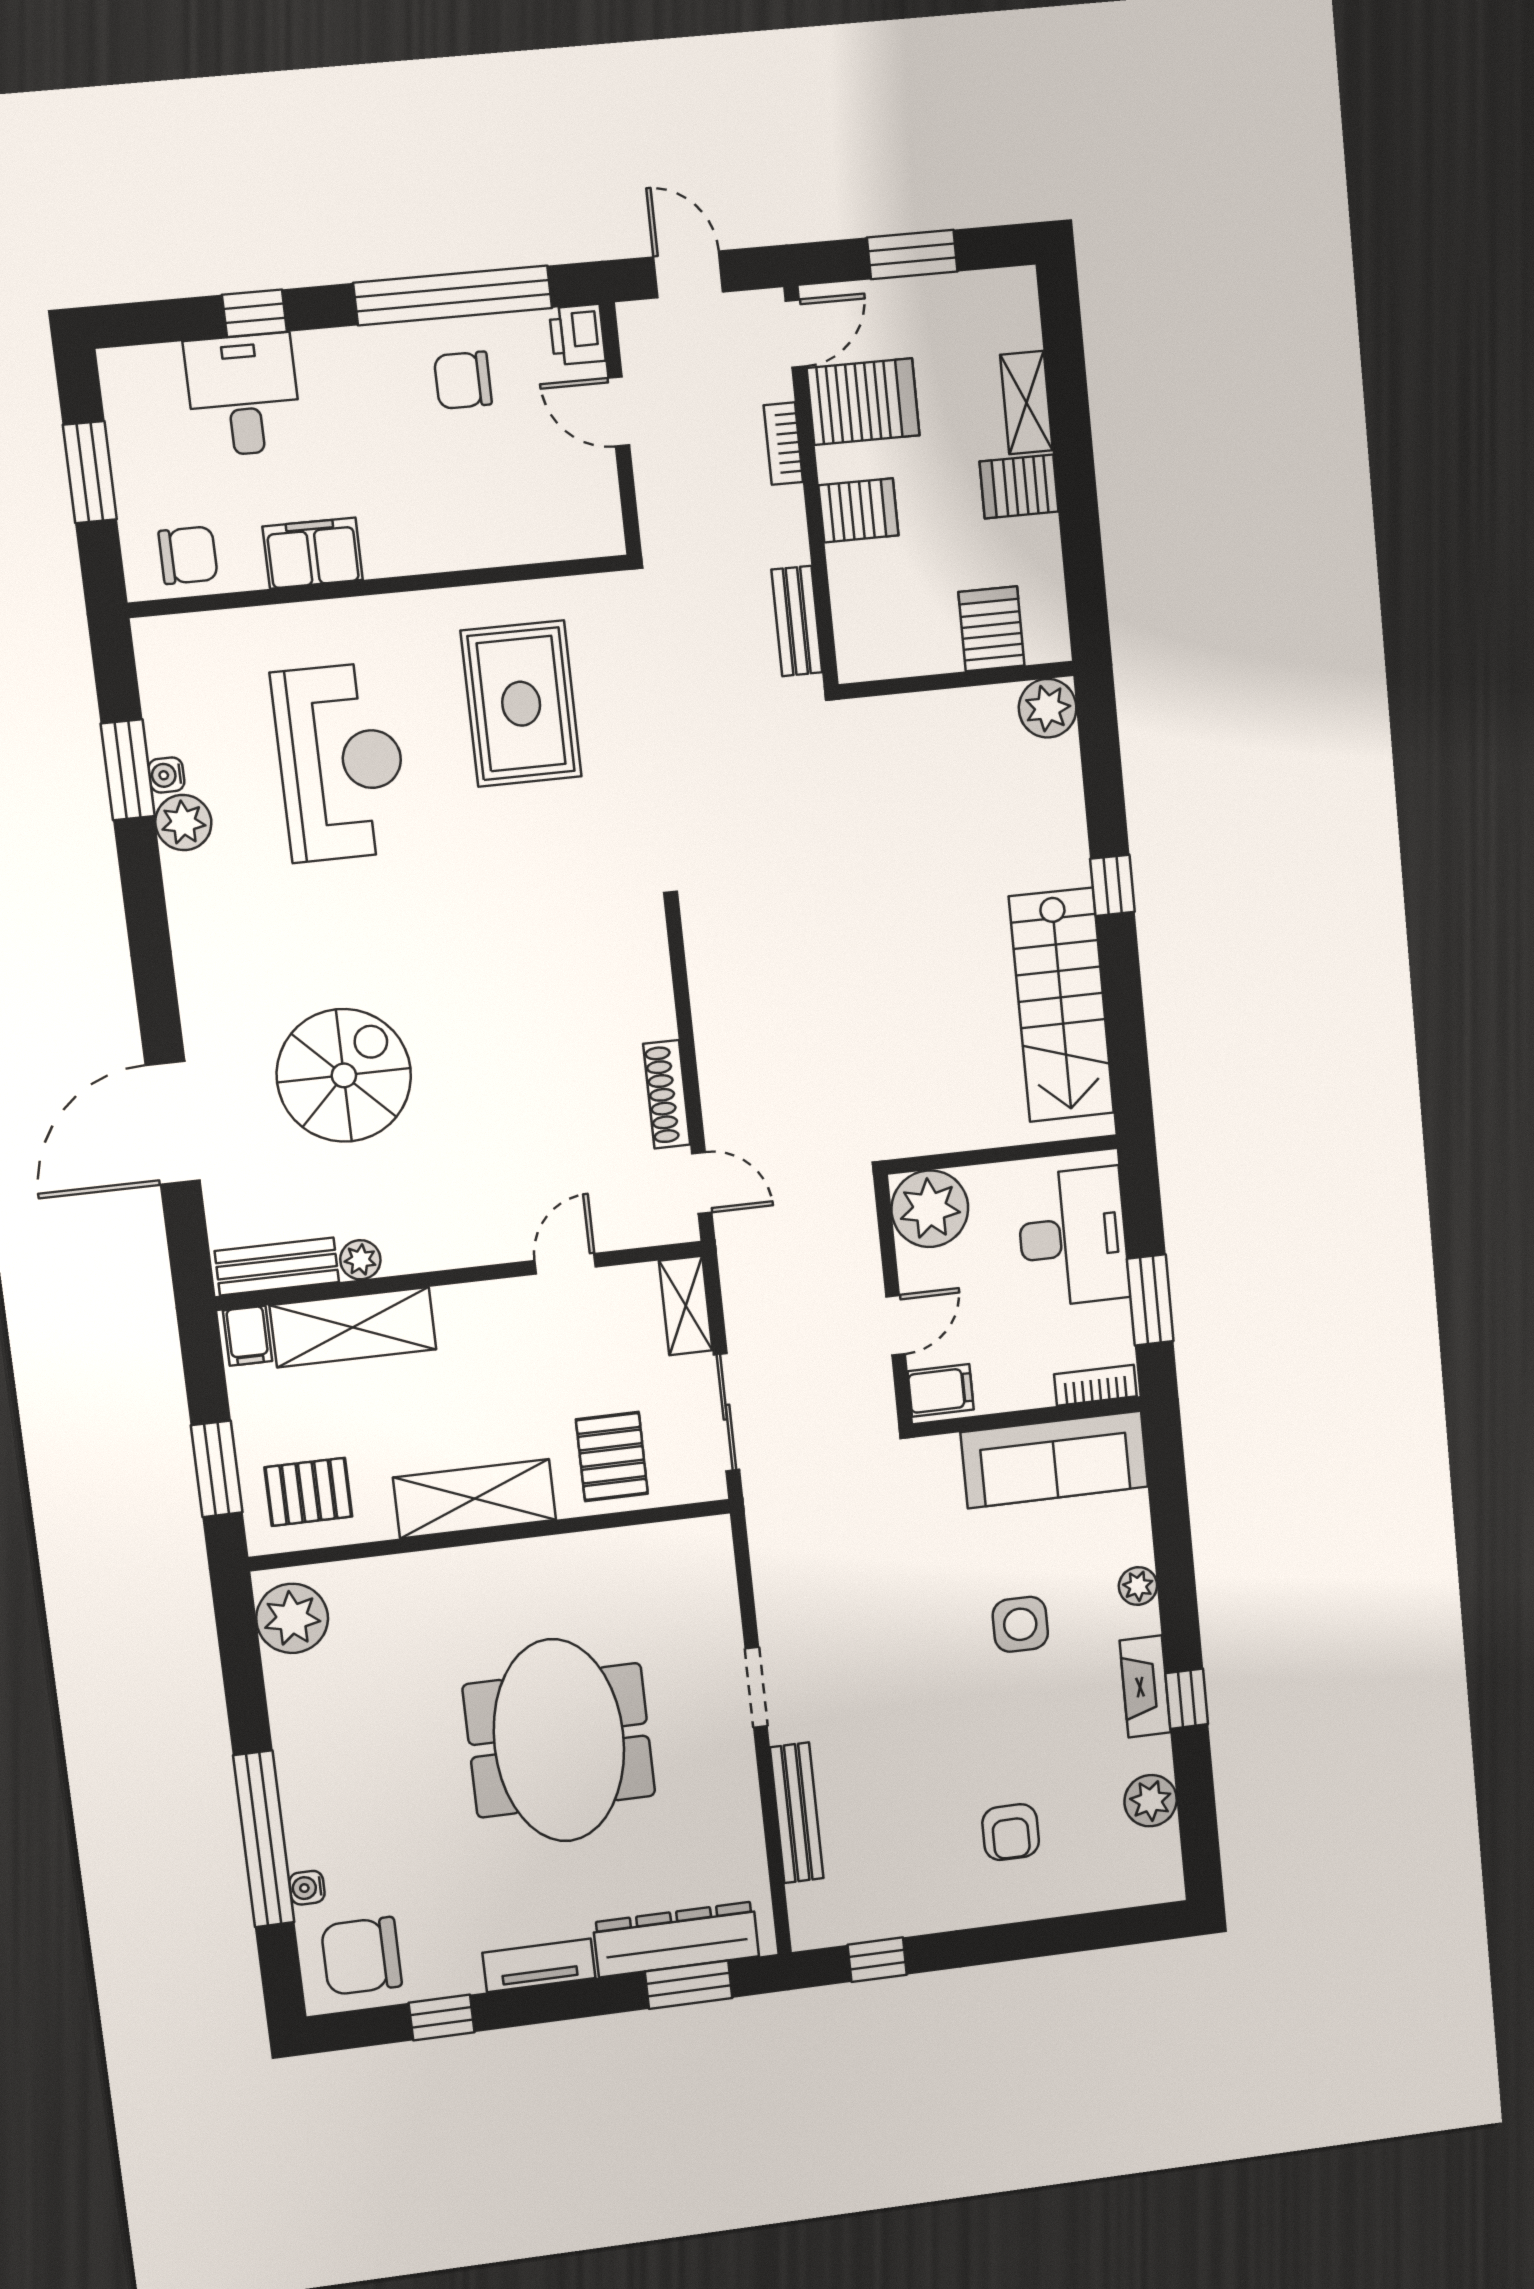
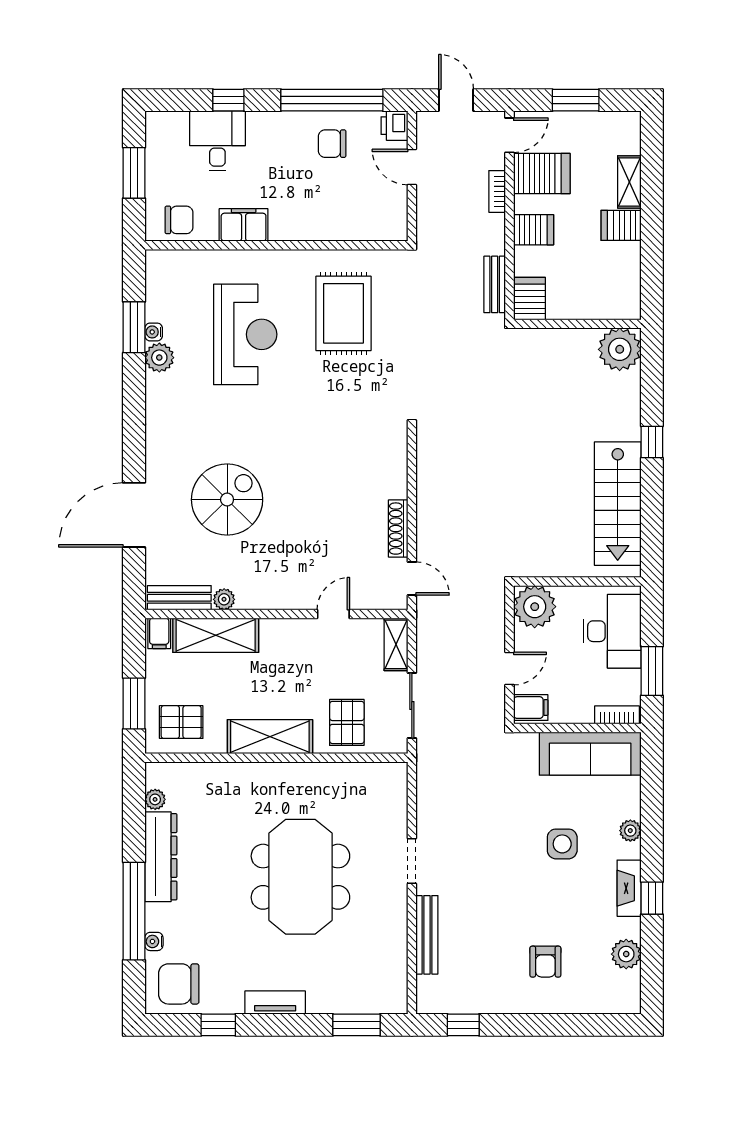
server rack: (991, 629) -> (530, 299), moved
plant: (1048, 708) -> (620, 349), width x1.36, depth x1.36
plant: (292, 1618) -> (155, 799), width x0.53, depth x0.53
dresser: (676, 1939) -> (161, 857), moved, turned 90

